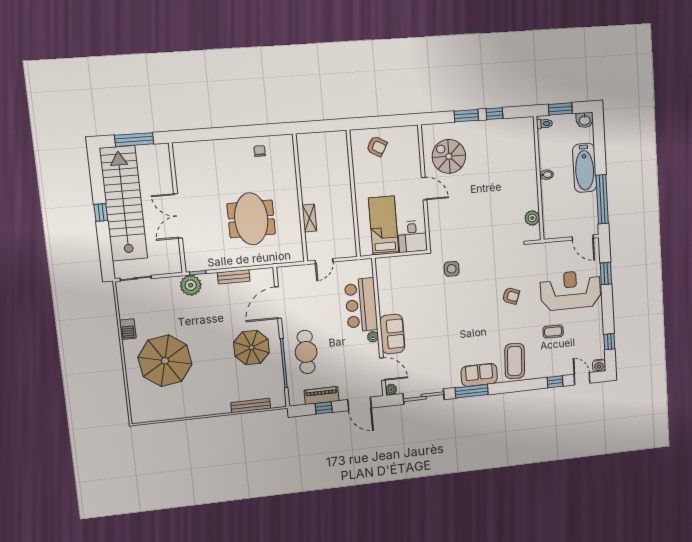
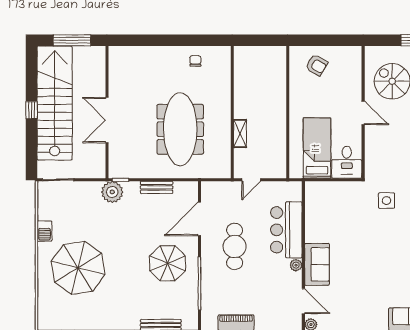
meeting table: (251, 219) -> (180, 129), width x1.36
cafe table: (306, 352) -> (235, 246), moved

